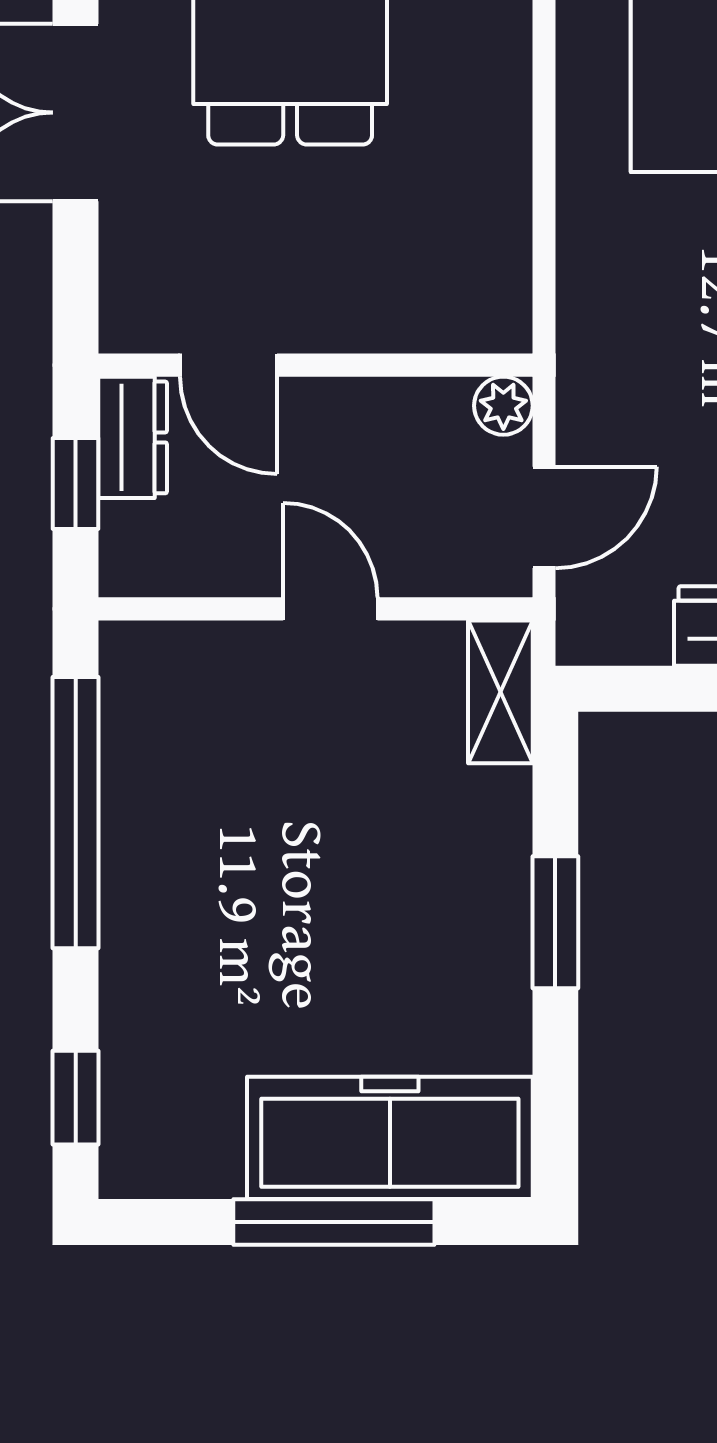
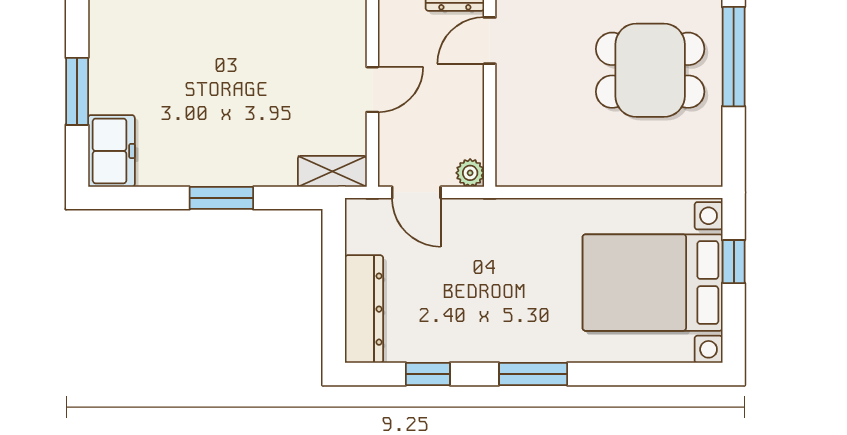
freezer: (390, 1138) -> (111, 151), width x0.52, depth x0.79
window: (334, 1222) -> (77, 91), width x0.69

